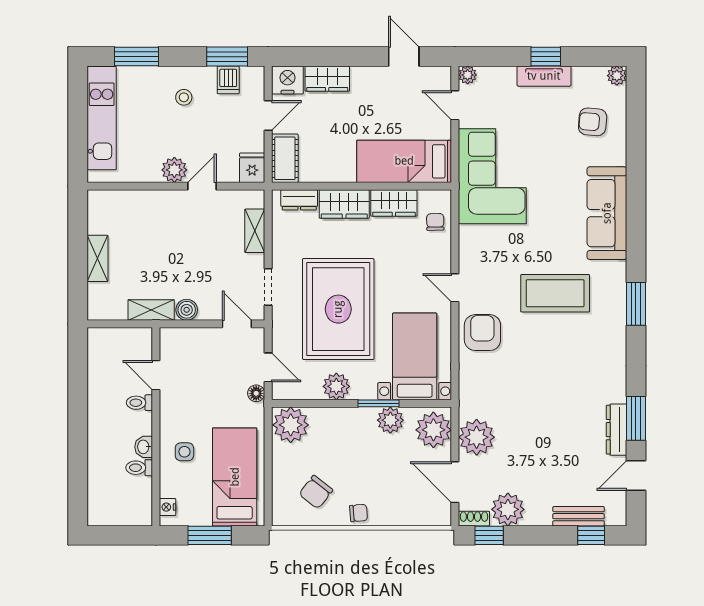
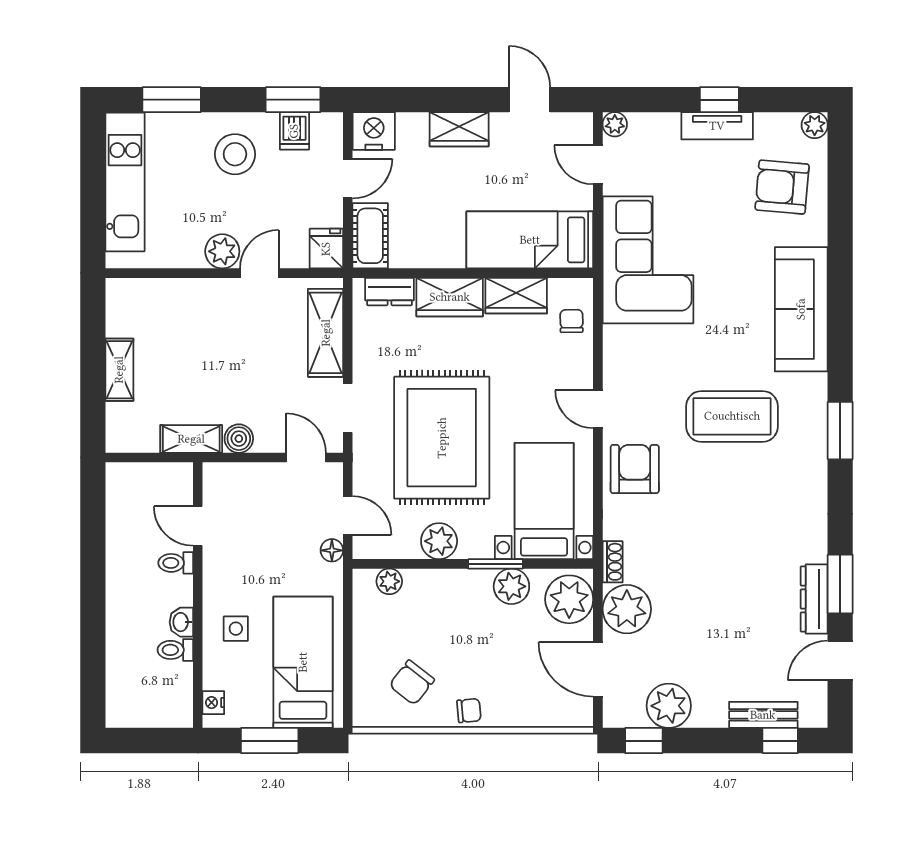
wardrobe: (327, 79) -> (459, 129), moved
stool: (184, 97) -> (235, 154), width x1.89, depth x1.89
armchair: (593, 122) -> (782, 187), width x1.38, depth x1.38
shelving: (255, 231) -> (326, 333), width x1.50, depth x1.33
plant: (291, 425) -> (389, 581), width x0.53, depth x0.53
shoe rack: (474, 519) -> (613, 562), moved, turned 90

